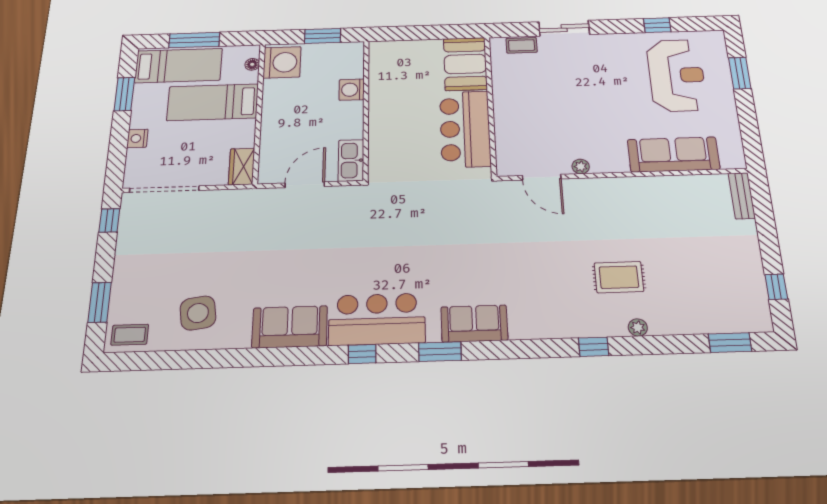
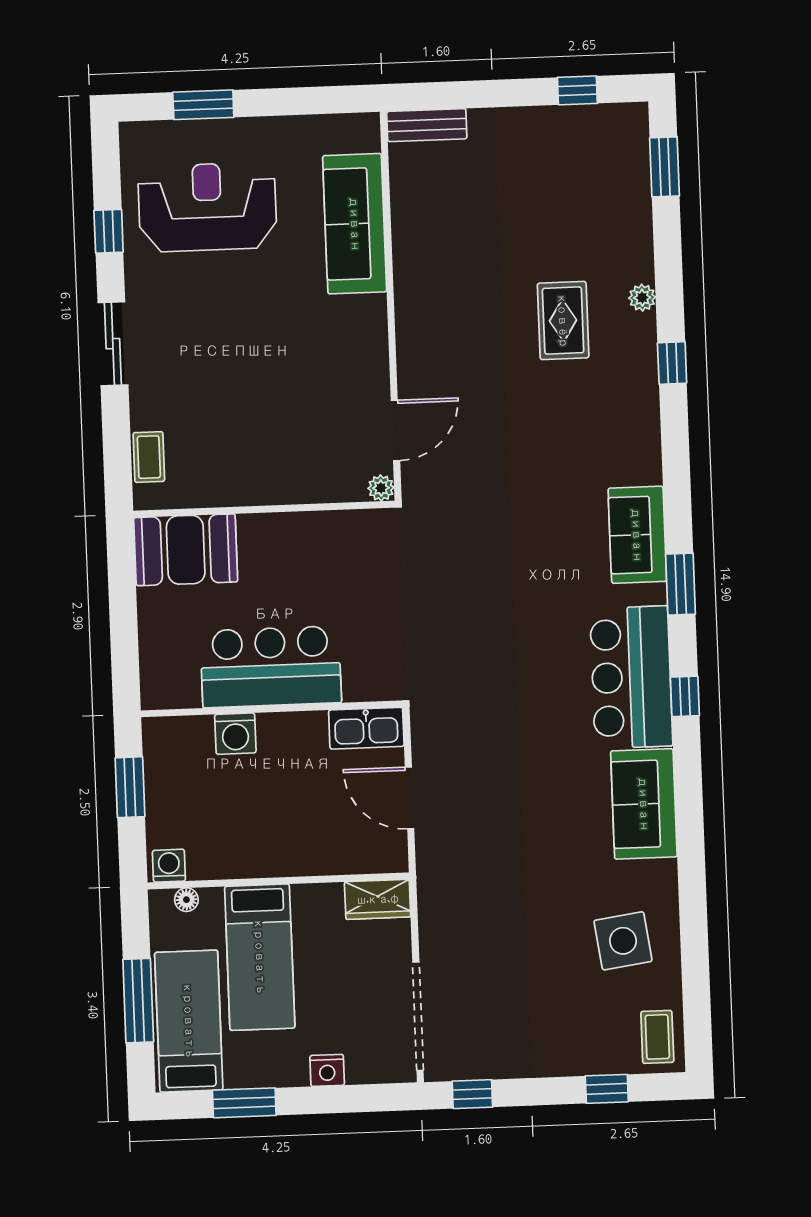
sliding door: (564, 28) -> (113, 344), moved
washing machine: (282, 62) -> (169, 866), width x0.53, depth x0.53
bar counter: (465, 129) -> (271, 667), moved, turned 180
plant: (581, 167) -> (381, 488), moved
window: (100, 302) -> (607, 1089), width x0.67

